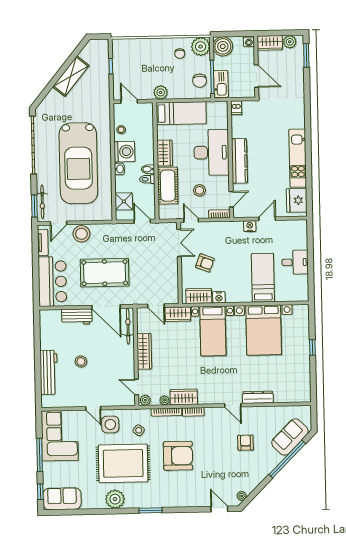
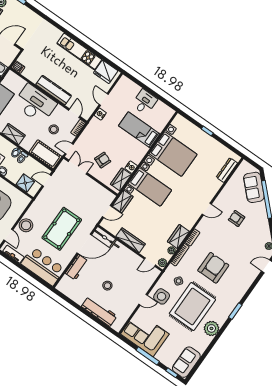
cot: (168, 186) -> (46, 154), moved
dresser: (258, 397) -> (227, 170), moved

